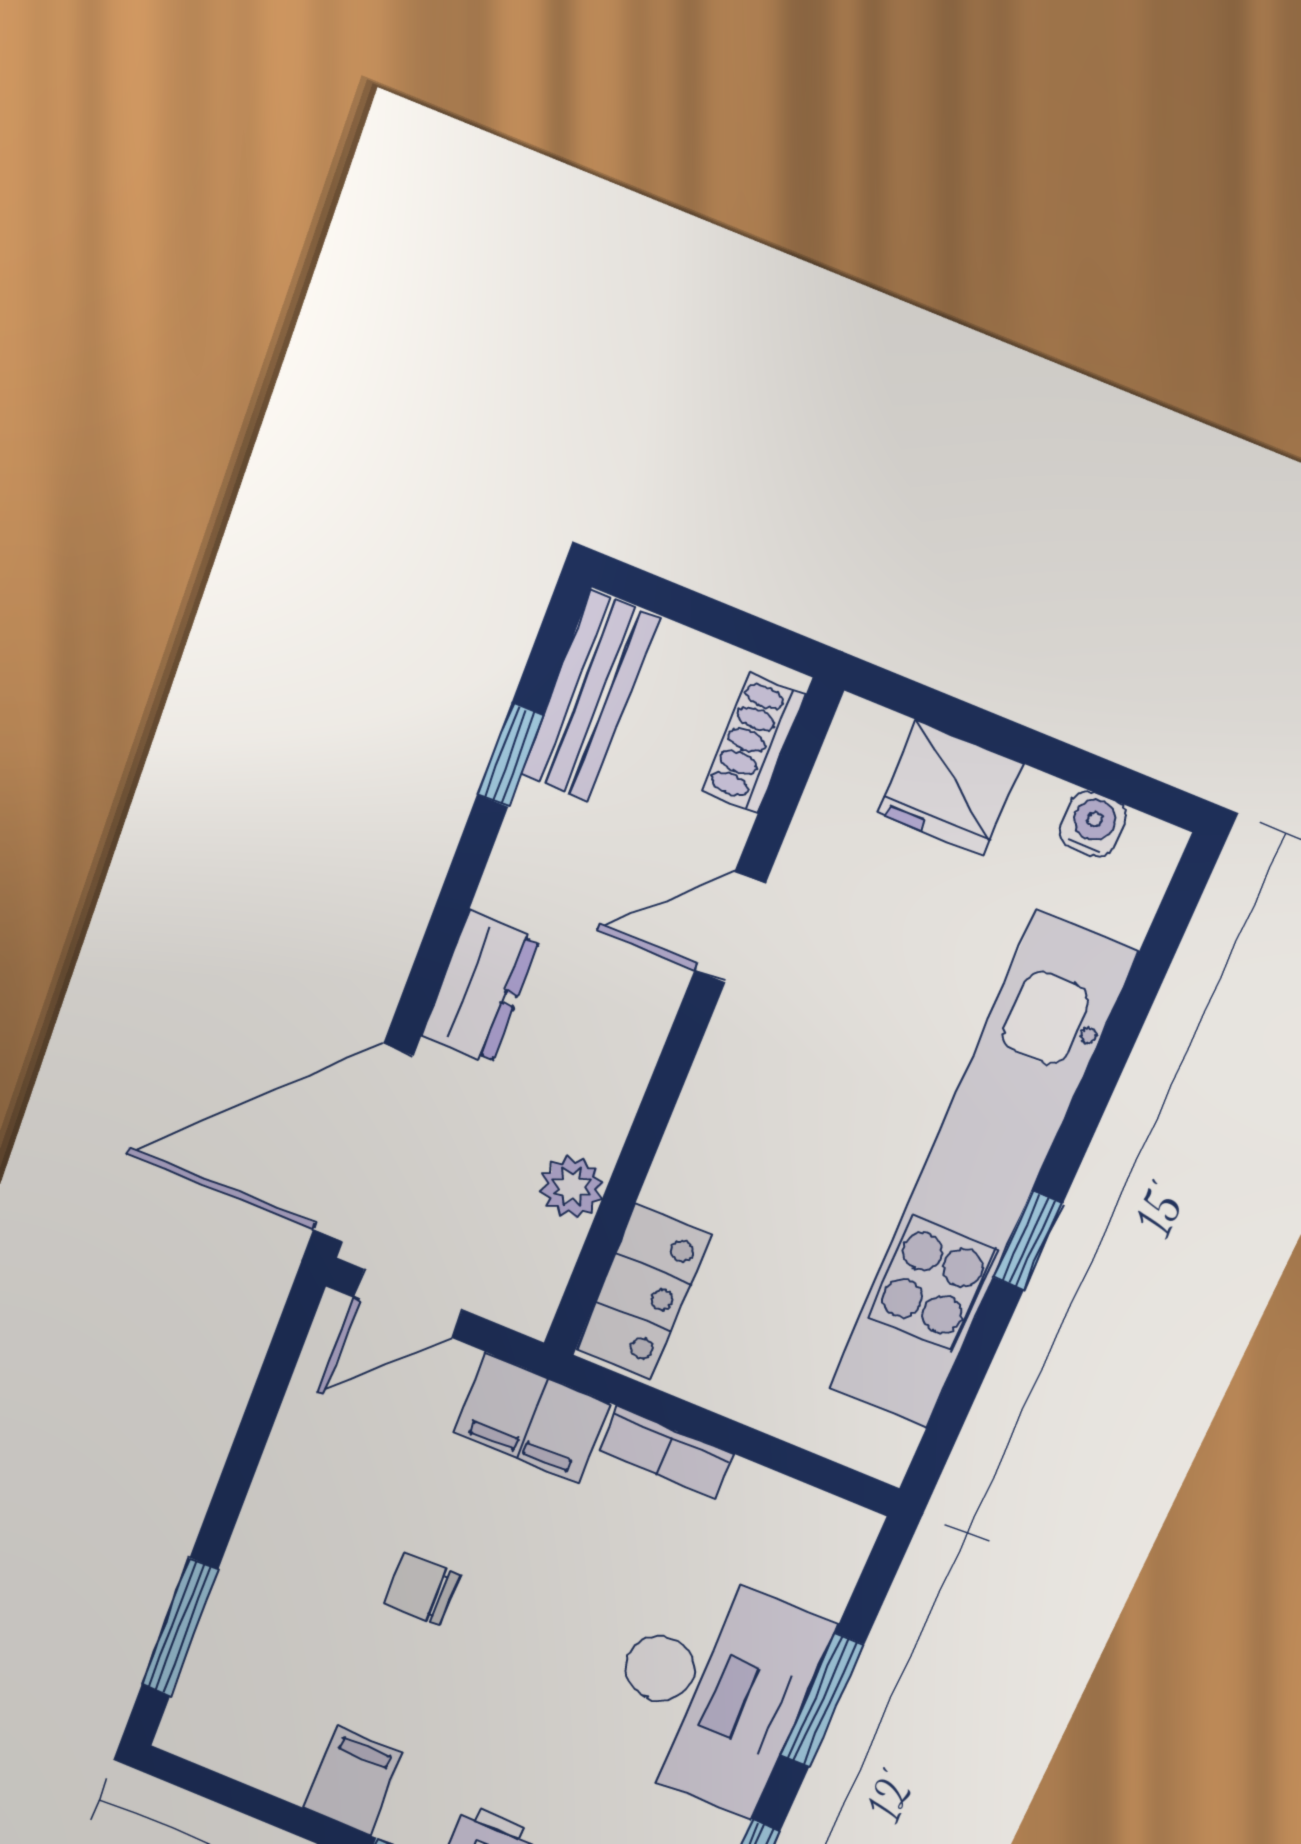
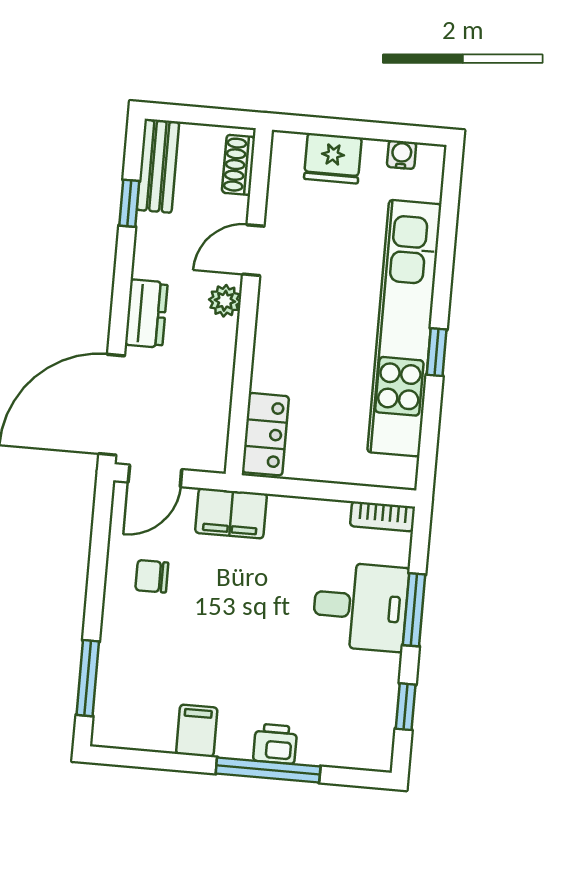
plant: (572, 1187) -> (225, 301), moved
bookcase: (666, 1452) -> (383, 516), moved
chair: (422, 1589) -> (152, 576), moved
desk: (711, 1689) -> (360, 606), width x0.73

